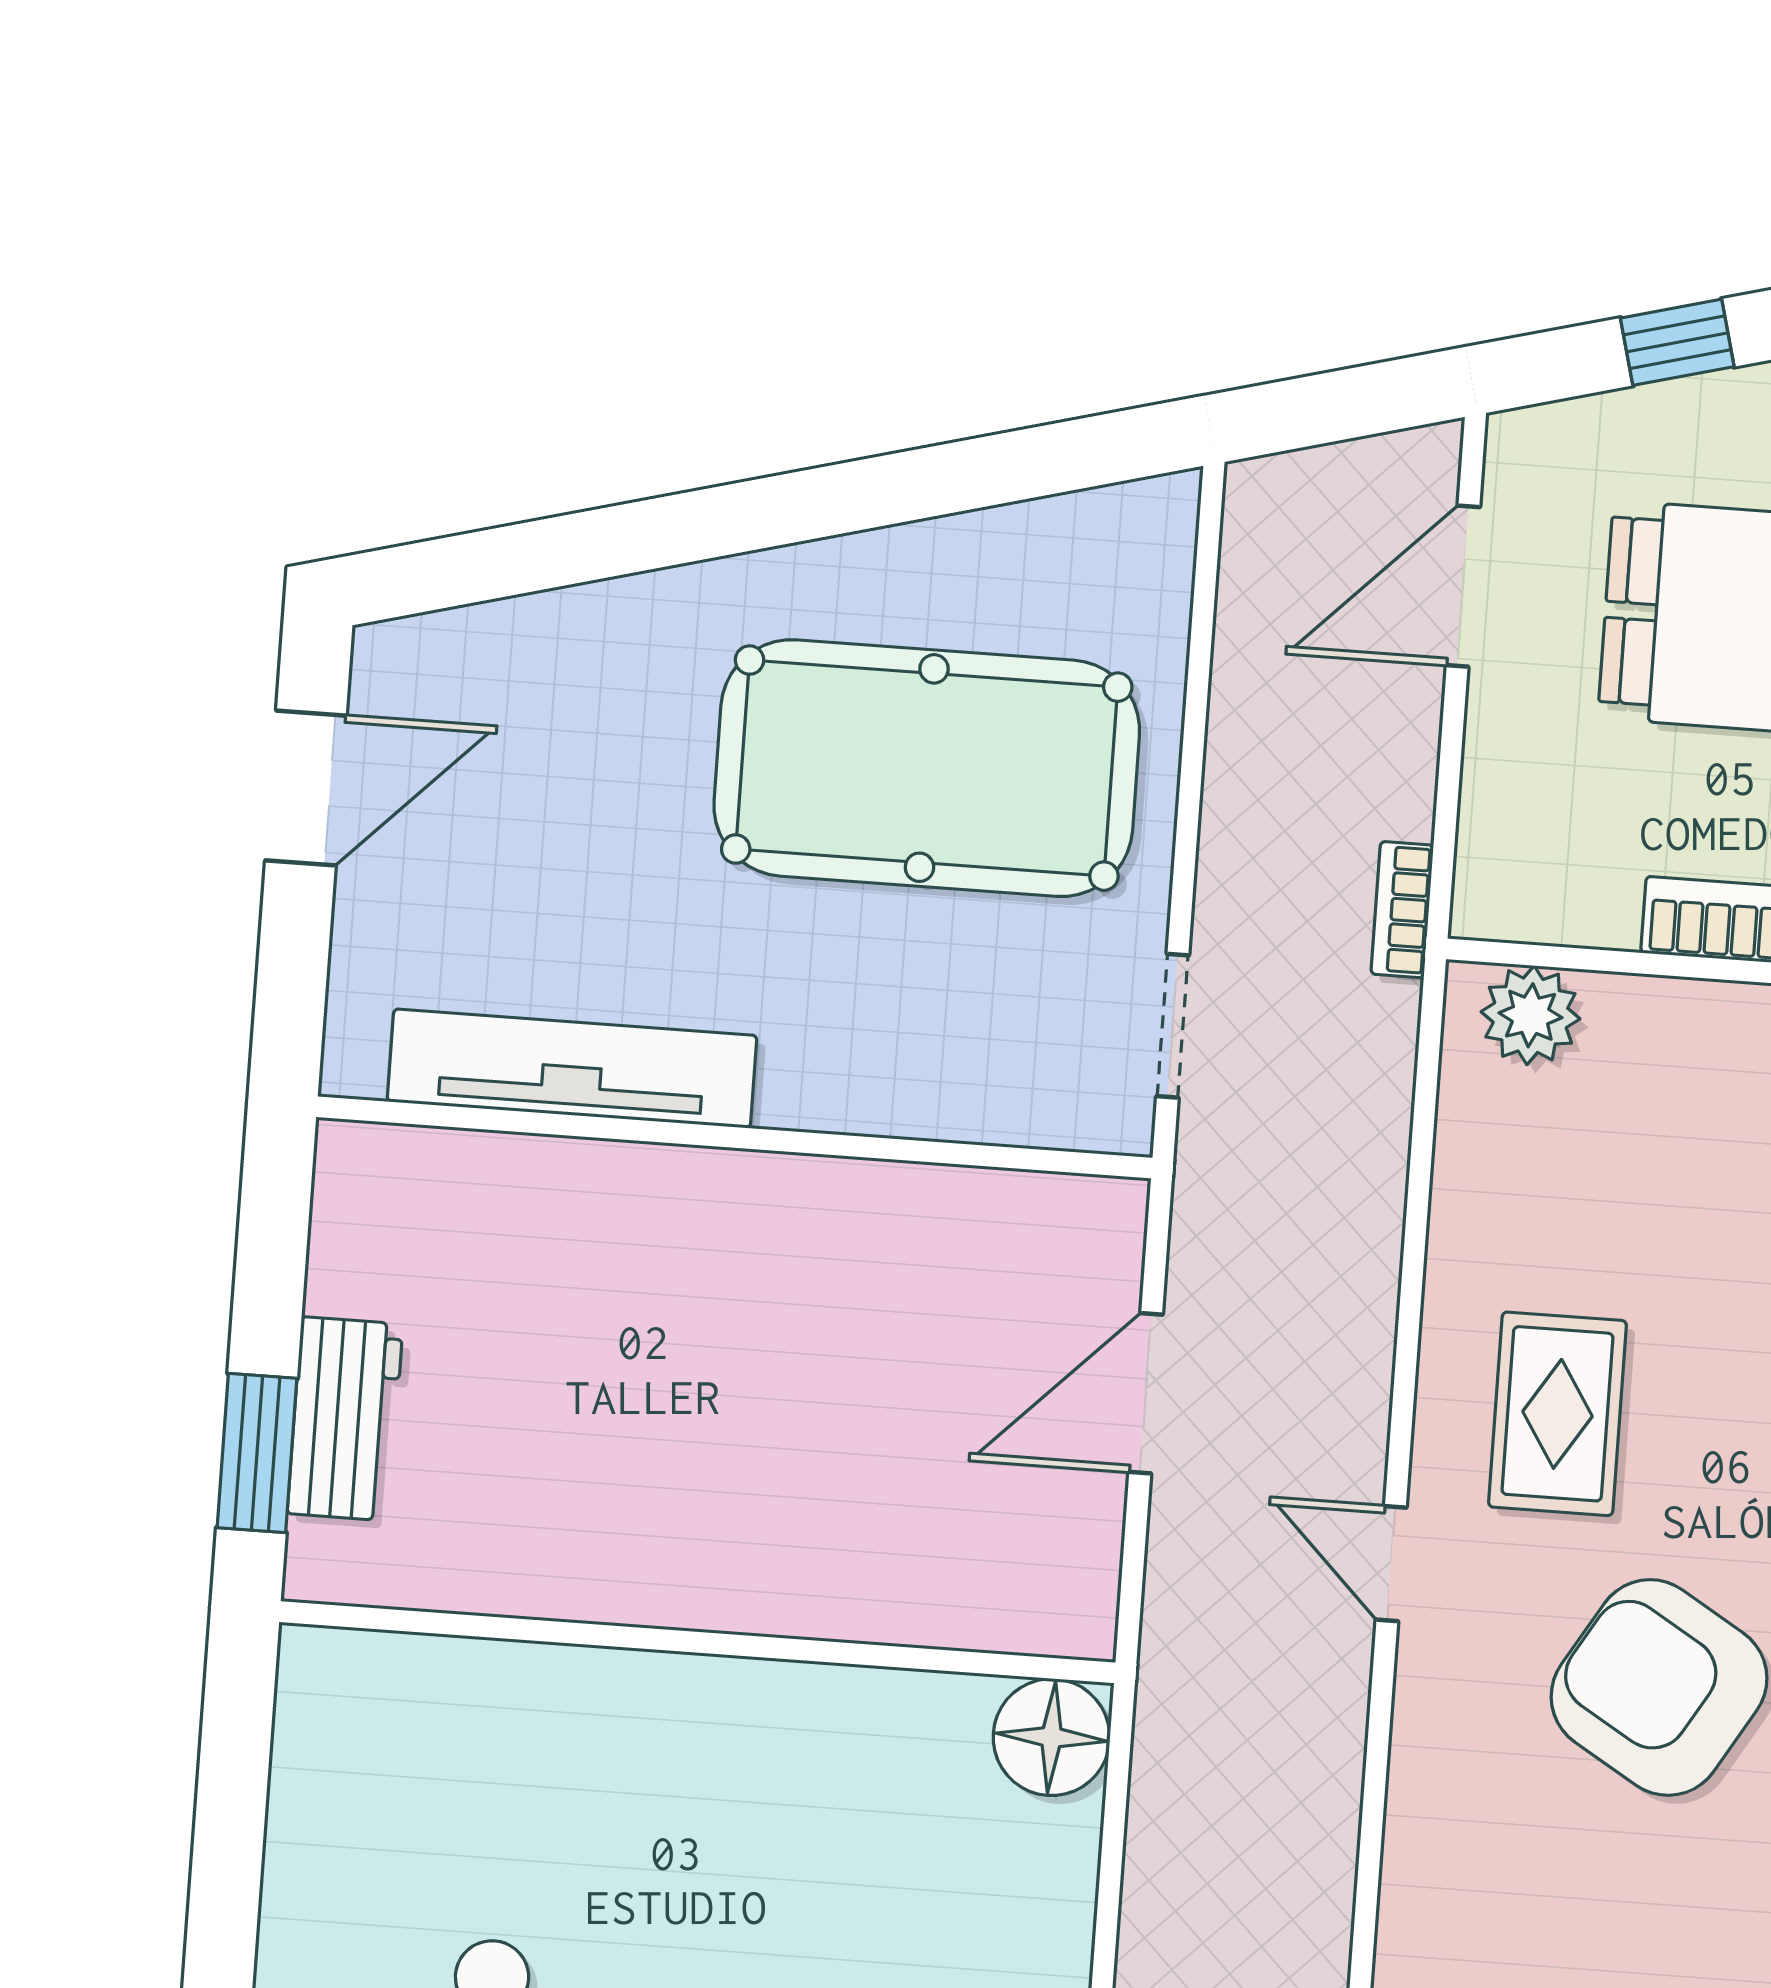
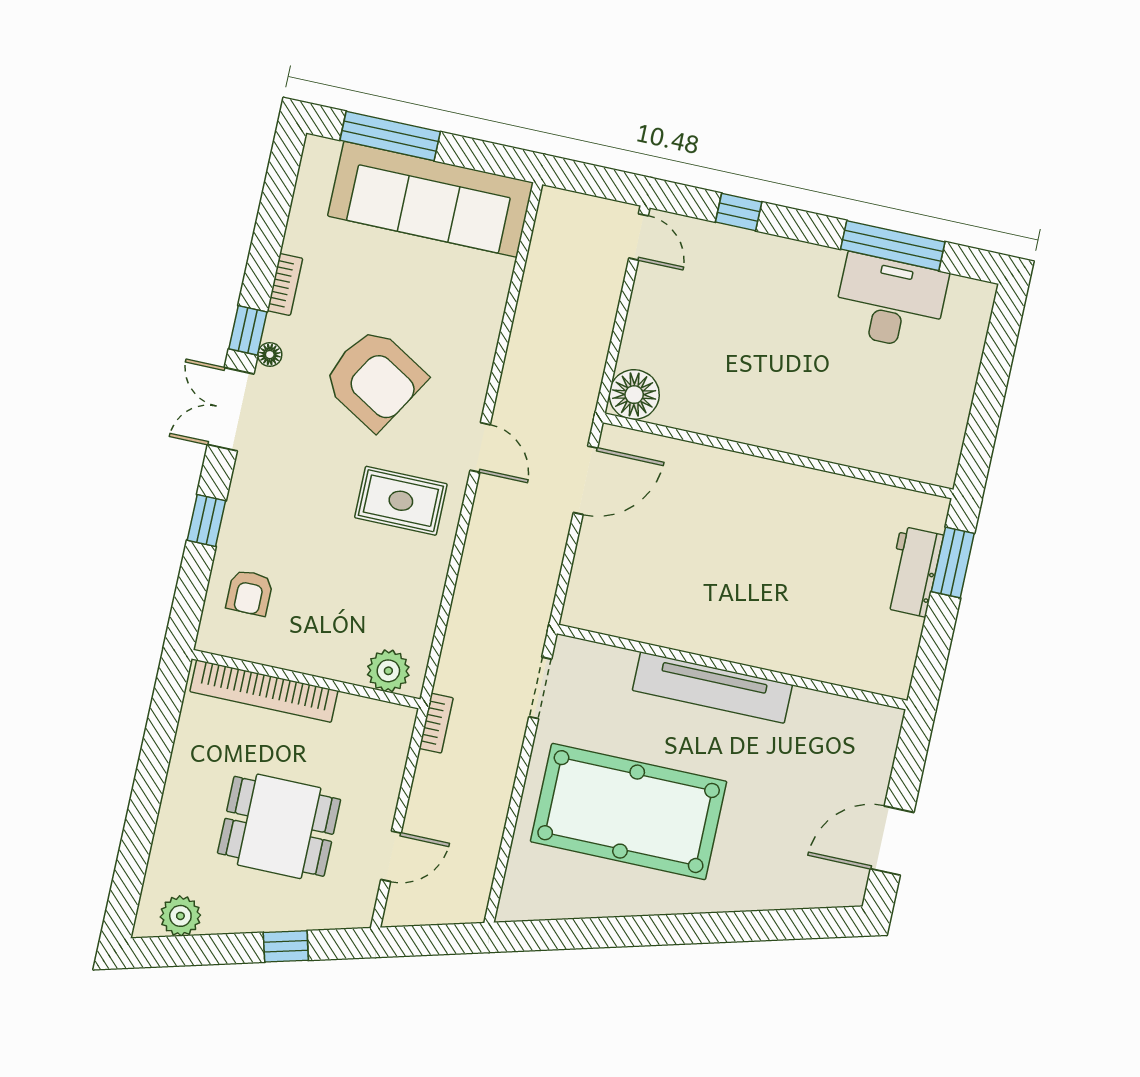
door: (1463, 586) -> (391, 856), width x0.73
tv unit: (572, 1069) -> (712, 688), moved
door: (1146, 1393) -> (585, 480), moved
rug: (1557, 1414) -> (401, 501), turned 90

